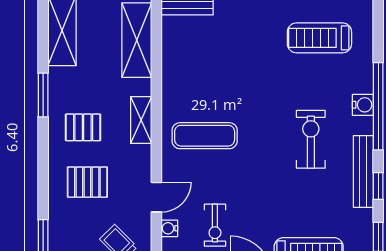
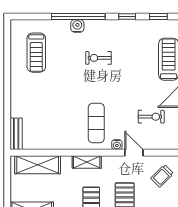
exercise bike: (311, 139) -> (98, 58), width x0.73, depth x0.72
bench: (363, 171) -> (118, 26), removed
water cooler: (169, 228) -> (117, 145), moved

